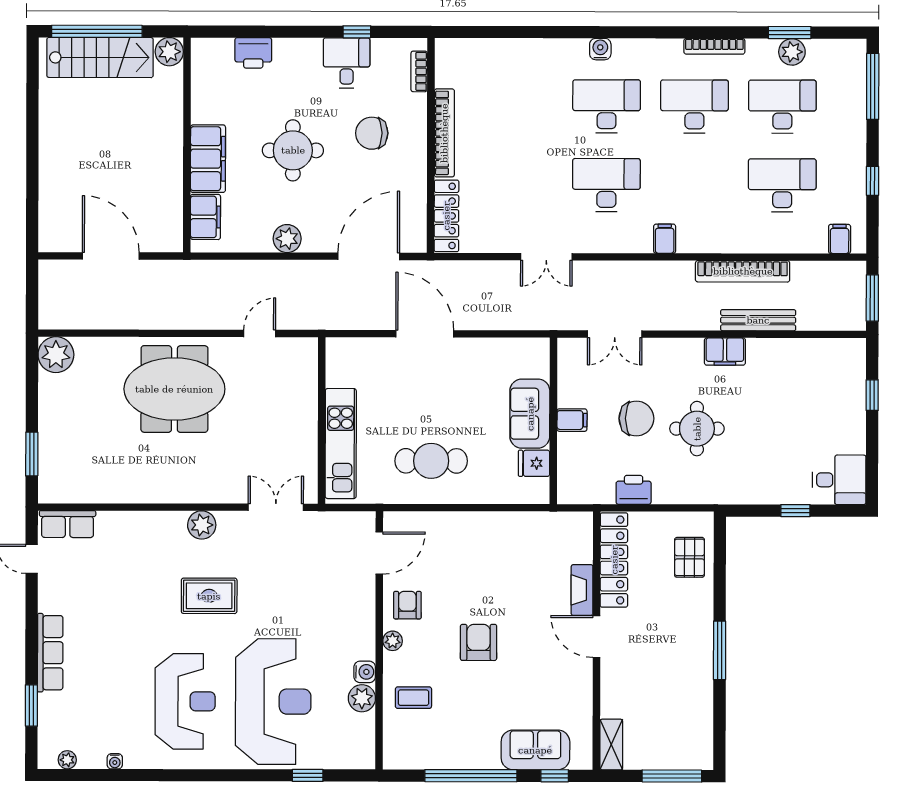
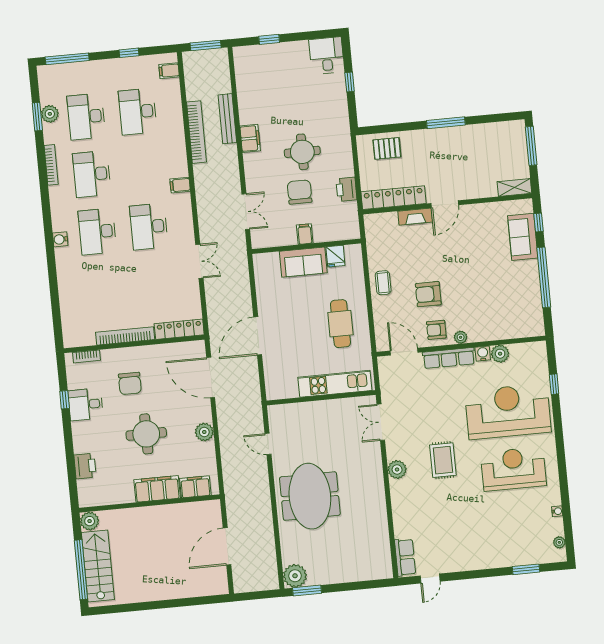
window: (32, 454) -> (307, 590), moved
armchair: (479, 642) -> (428, 294), moved
row of seats: (50, 653) -> (449, 358), moved, turned 180
coffee table: (413, 698) -> (383, 283), moved

